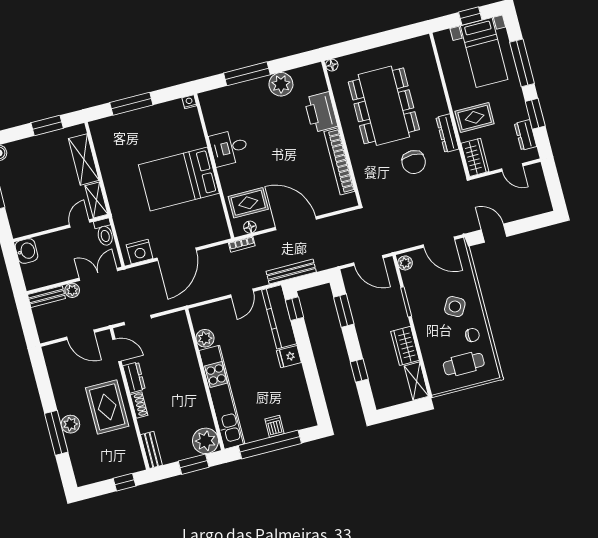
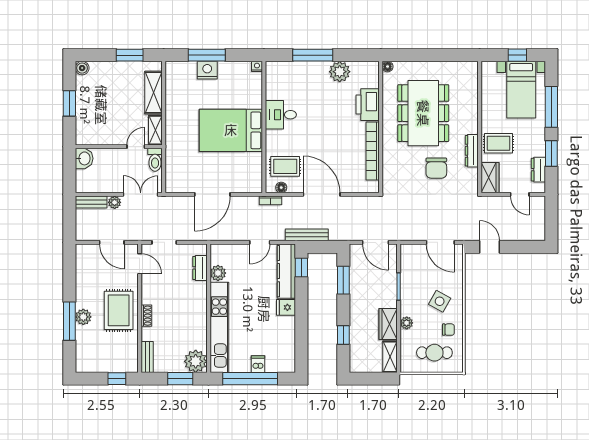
nightstand: (140, 252) -> (207, 70), moved, turned 180
plant: (405, 263) -> (407, 323), moved
dresser: (134, 377) -> (200, 268), moved, turned 180

